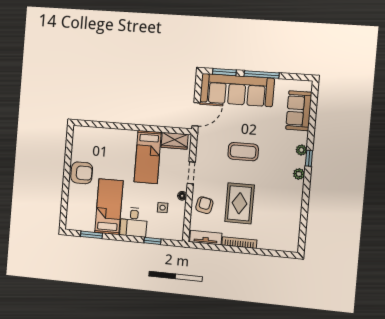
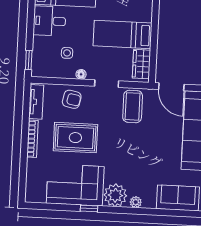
coffee table: (243, 152) -> (133, 106), moved
window: (309, 158) -> (89, 209), moved
plant: (299, 174) -> (115, 195), width x1.87, depth x1.87
corner sofa: (283, 205) -> (75, 185), added
window: (152, 241) -> (29, 60), moved

